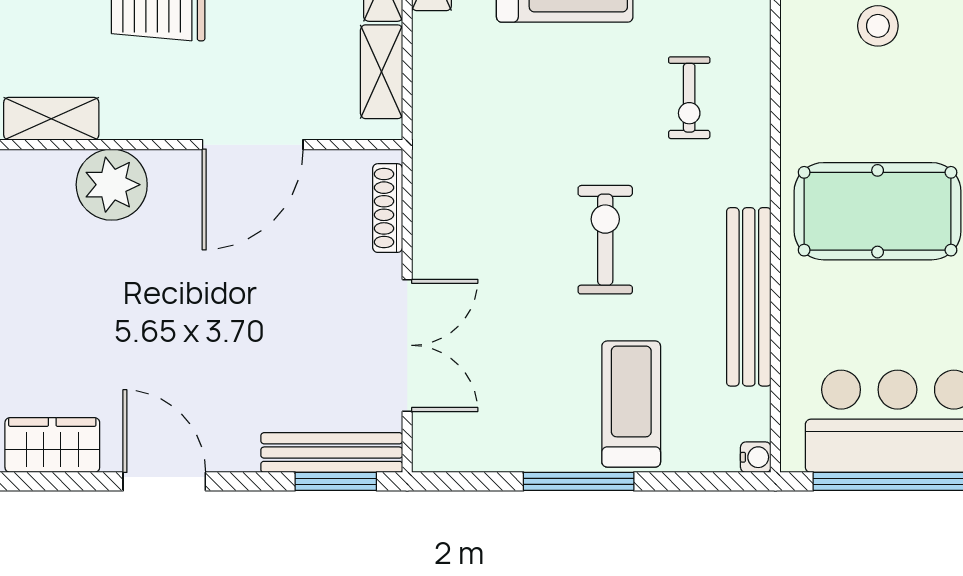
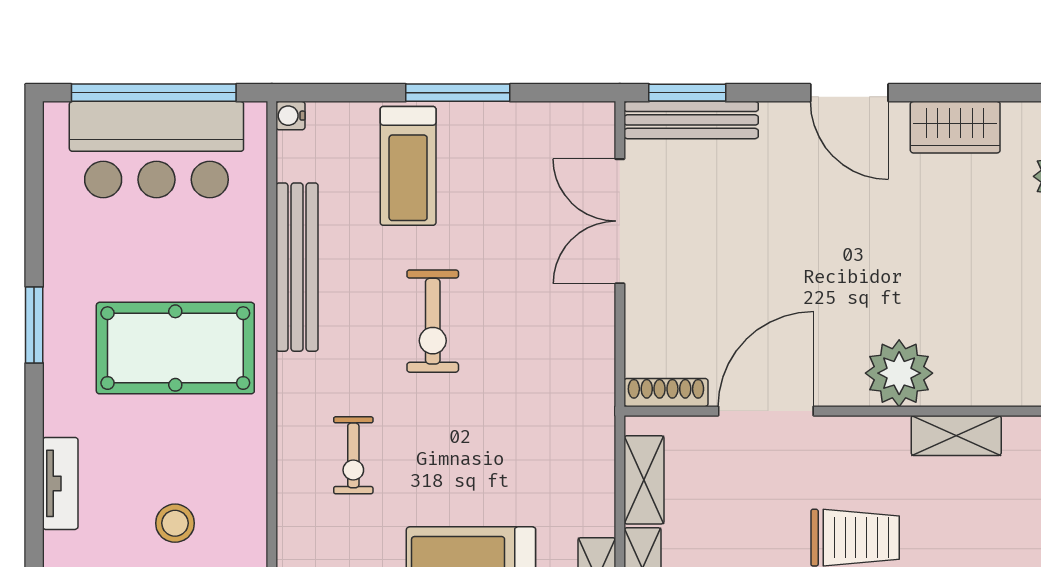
exercise bike: (689, 98) -> (353, 455), turned 180
shoe rack: (388, 208) -> (666, 393), moved, turned -90

